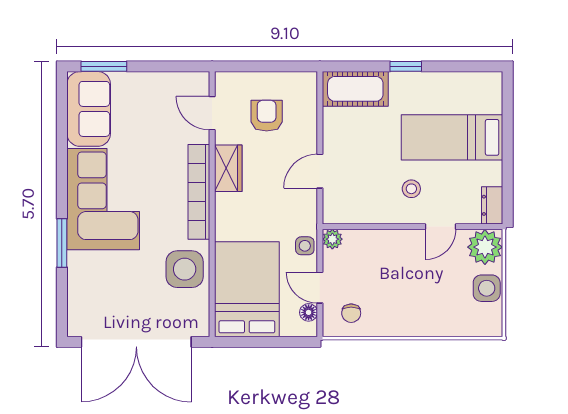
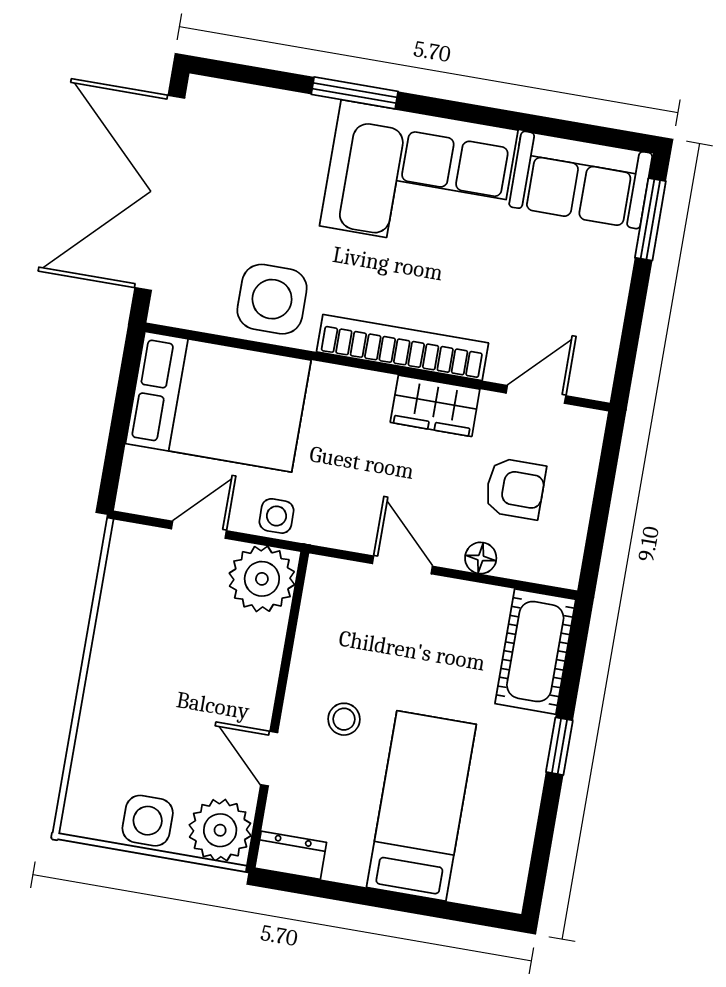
plant: (332, 239) -> (262, 579), width x1.88, depth x1.88
floor lamp: (309, 312) -> (481, 558), moved
chair: (351, 313) -> (145, 577), removed

